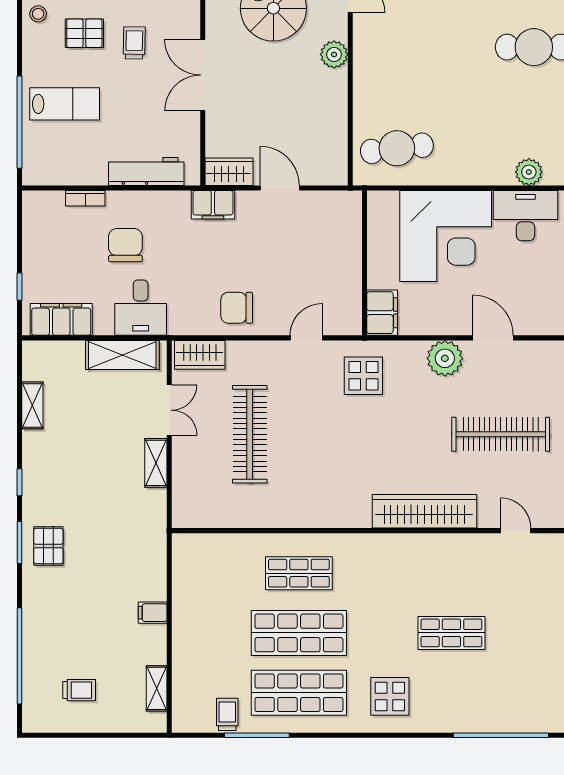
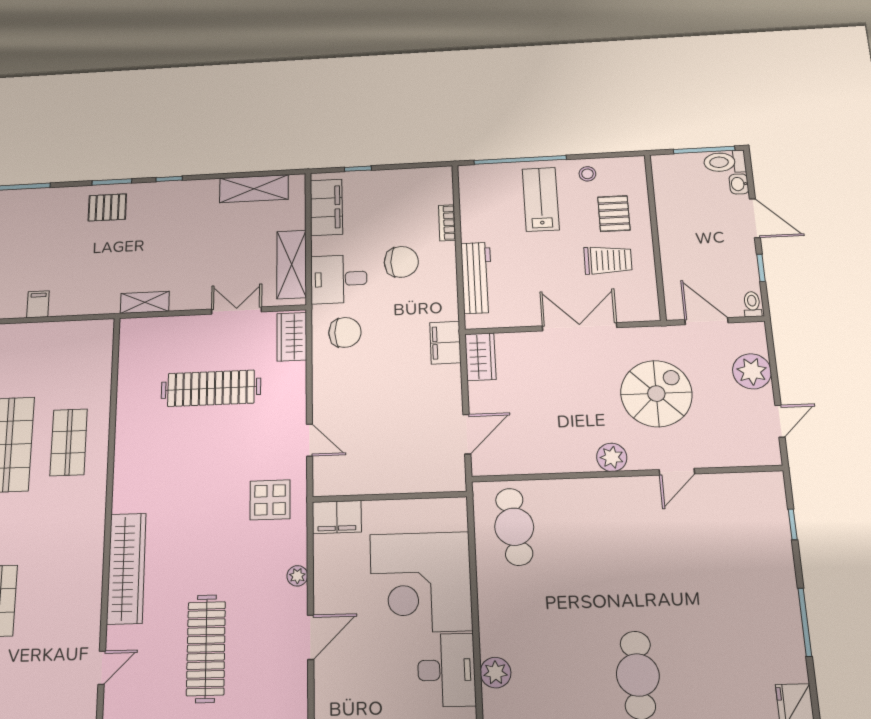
stool: (38, 14) -> (587, 174), moved
trolley: (134, 43) -> (608, 260), width x1.36, depth x1.39
lab bench: (65, 104) -> (541, 199), turned 180
door: (280, 188) -> (467, 434), moved
chair: (237, 308) -> (345, 332), moved, turned 90
plant: (445, 358) -> (297, 576), width x0.53, depth x0.53
shelving: (32, 405) -> (254, 189), width x1.50, depth x1.33
double door: (169, 410) -> (236, 311), swing flipped
shelving: (156, 463) -> (145, 302), moved

